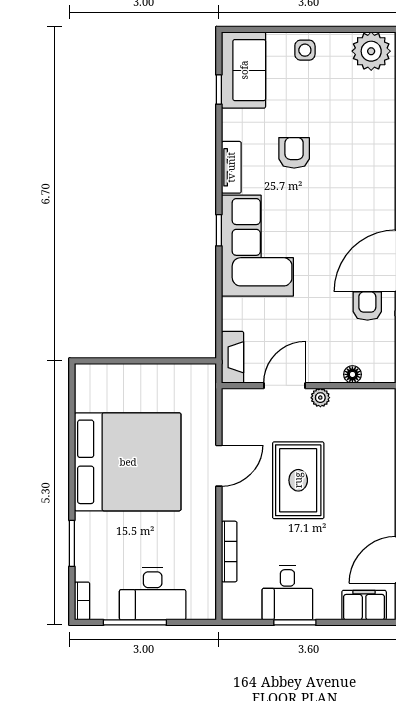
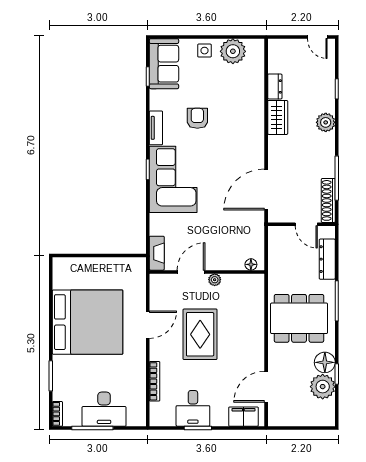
plant: (371, 51) -> (233, 51), moved
armchair: (367, 306) -> (246, 219), removed
floor lamp: (352, 374) -> (251, 264), moved

